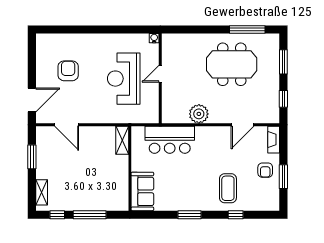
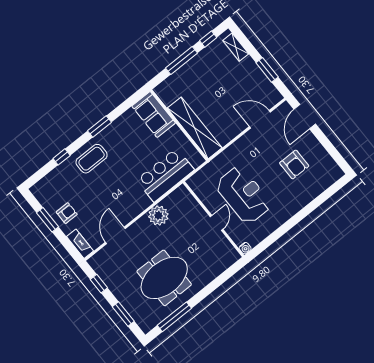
shelving: (122, 140) -> (195, 128), width x2.20, depth x1.33
armchair: (265, 170) -> (67, 213), turned 90
coffee table: (228, 188) -> (92, 159), moved, turned 90

